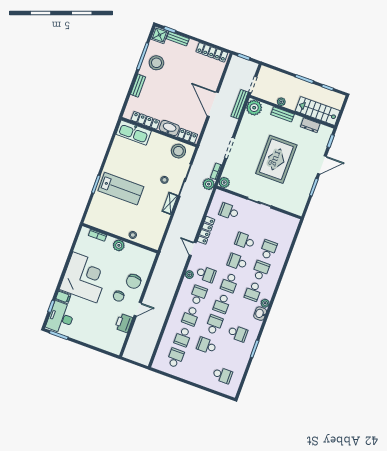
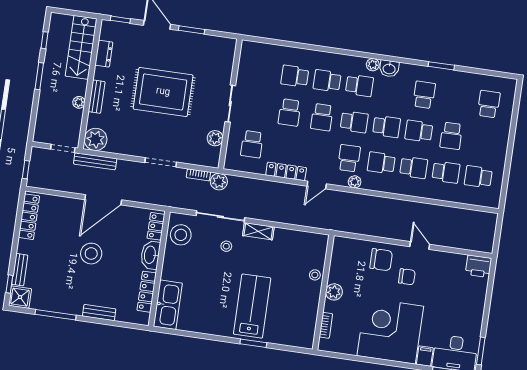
stool: (156, 63) -> (91, 254), moved
plant: (224, 183) -> (215, 138), moved
printer: (124, 323) -> (478, 266), moved

